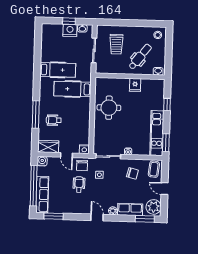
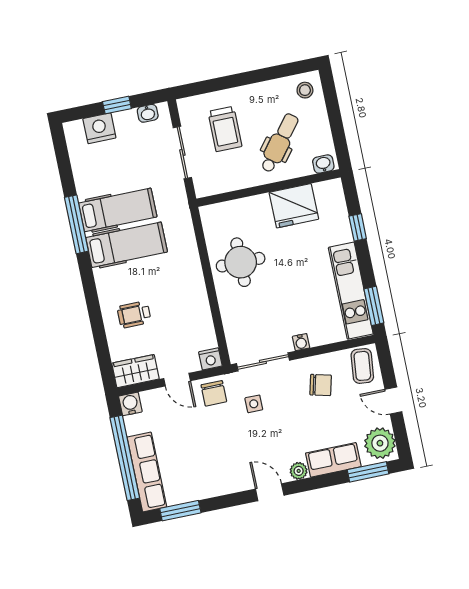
nightstand: (70, 30) -> (99, 128), moved
fridge: (135, 85) -> (294, 206), width x1.88, depth x1.34
hospital bed: (72, 89) -> (127, 245), moved, turned 180
window: (36, 114) -> (76, 224), moved
wheelchair: (79, 184) -> (217, 434), removed

